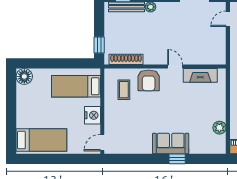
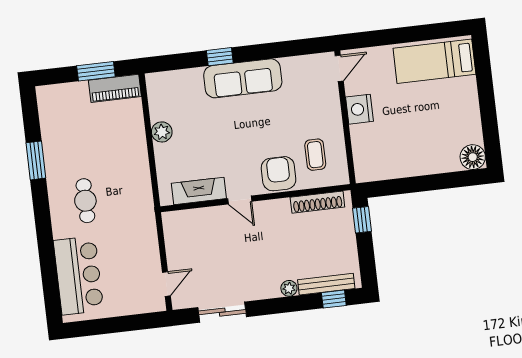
bed: (76, 86) -> (390, 151), removed
plant: (219, 128) -> (162, 132), moved
sofa: (171, 143) -> (243, 78), width x1.36

